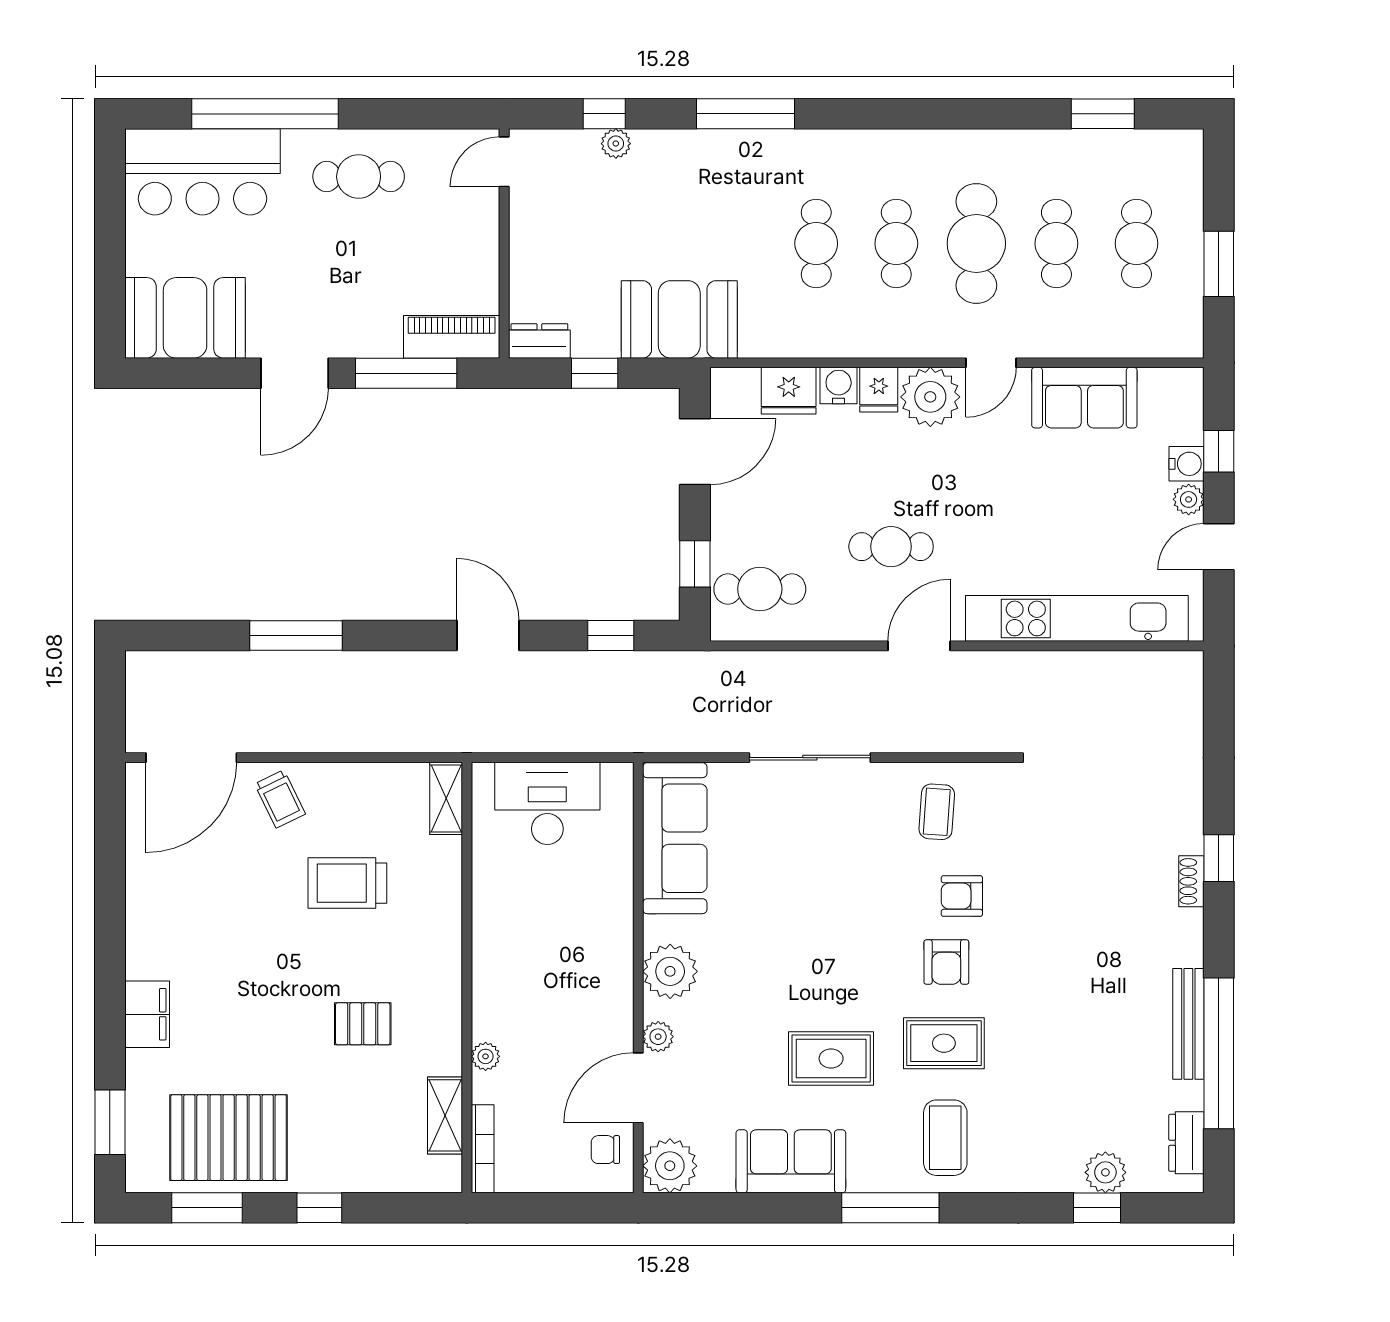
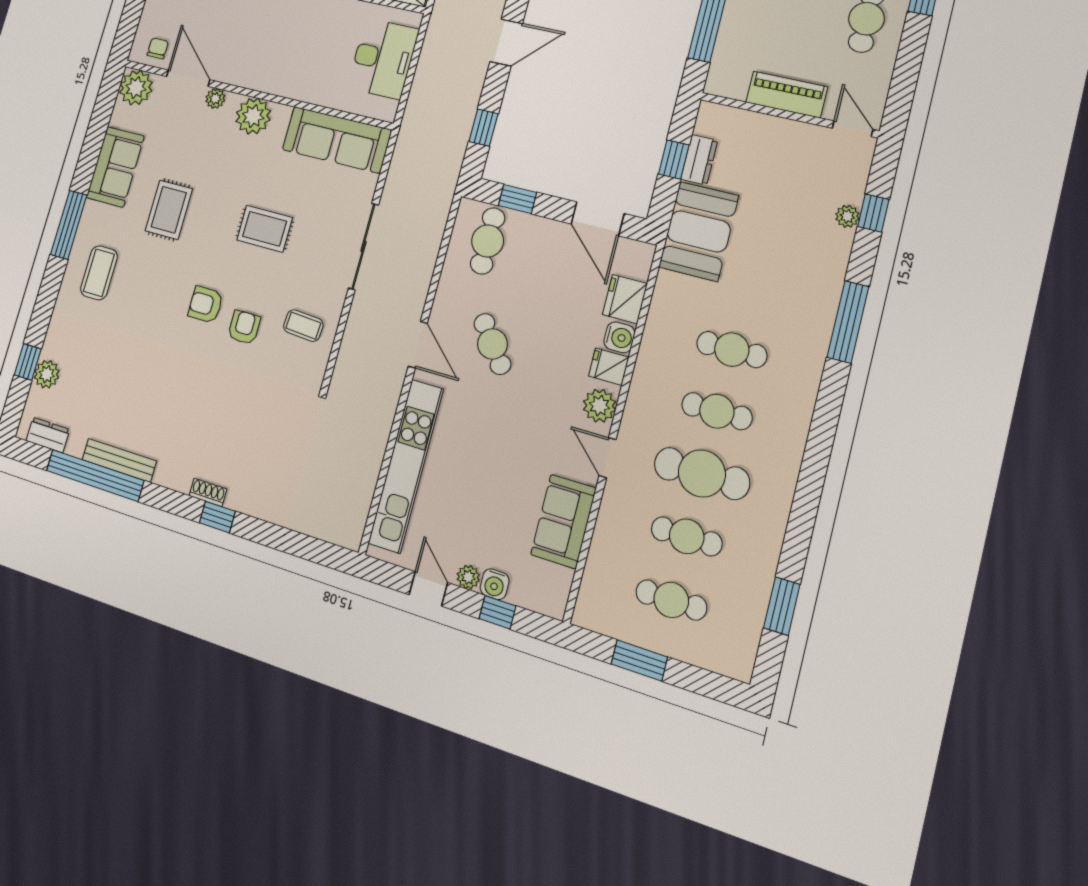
piano: (452, 337) -> (787, 95), moved, turned -90
dresser: (539, 341) -> (699, 160), moved
plant: (930, 397) -> (599, 406), width x0.73, depth x0.73
cafe table: (891, 547) -> (492, 344), turned -37
rug: (944, 1043) -> (265, 229), moved, turned 90
coffee table: (945, 1138) -> (99, 273), turned 90

